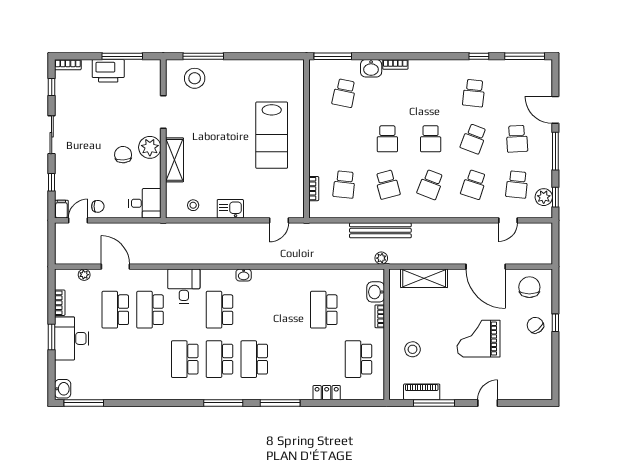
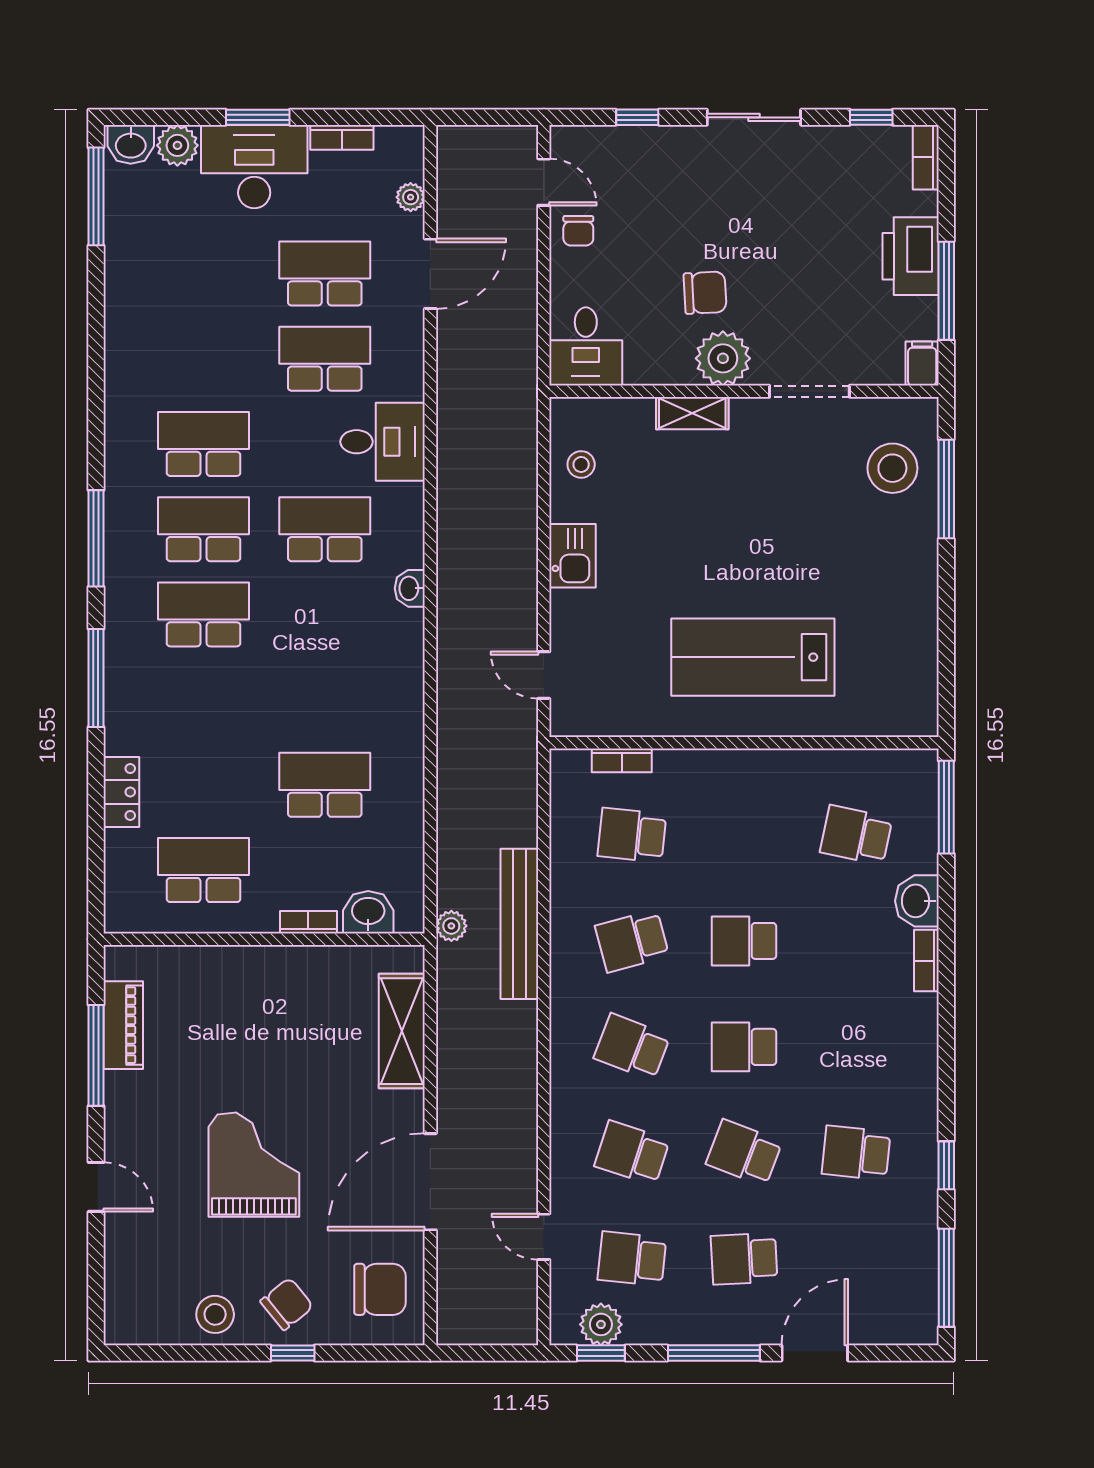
shelving: (174, 160) -> (692, 413), width x0.67, depth x0.75
filing cabinet: (61, 209) -> (922, 364), moved, turned -90
stool: (413, 349) -> (215, 1314), moved
plant: (63, 370) -> (177, 145), added

